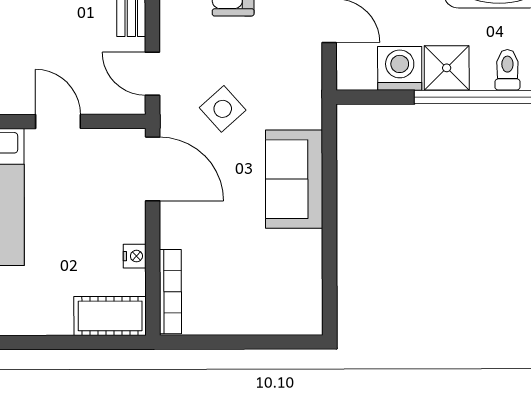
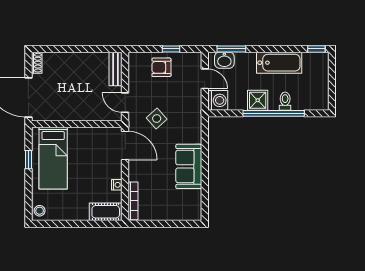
washing machine: (400, 68) -> (218, 100), moved, turned 90
door: (58, 121) -> (82, 124), removed
sofa: (294, 179) -> (189, 166), moved

